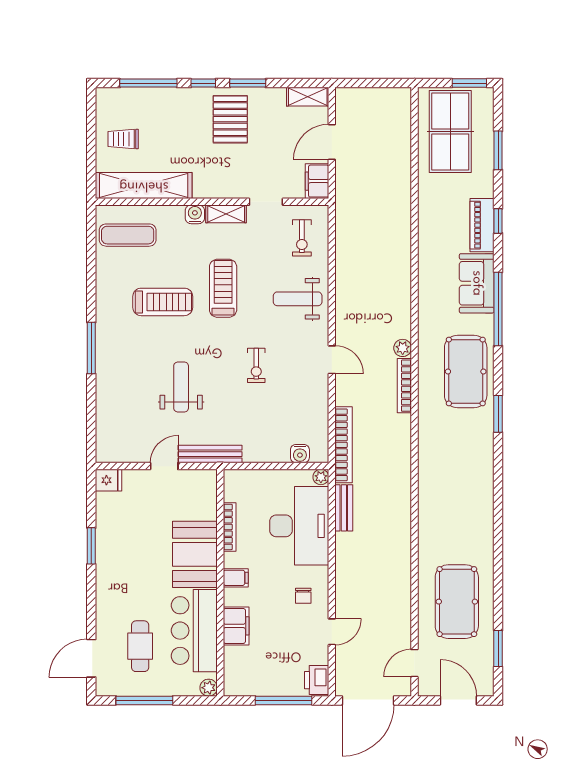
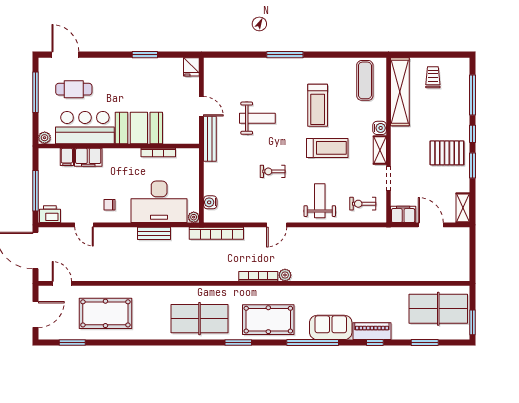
table tennis table: (464, 469) -> (199, 319), added
bench: (344, 508) -> (154, 233), moved
filing cabinet: (236, 578) -> (67, 157), moved

